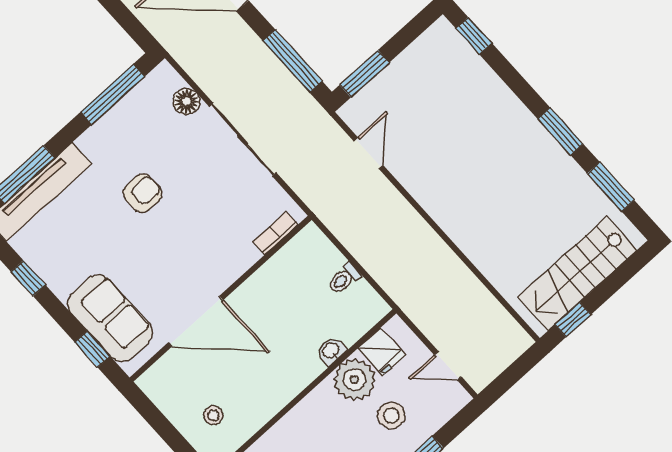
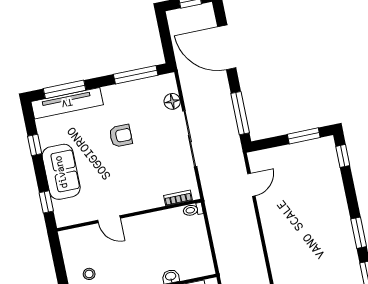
window: (364, 74) -> (304, 136), moved
toilet: (344, 279) -> (193, 210), moved
sofa: (110, 318) -> (61, 172), moved
door: (196, 321) -> (109, 219), width x0.53

